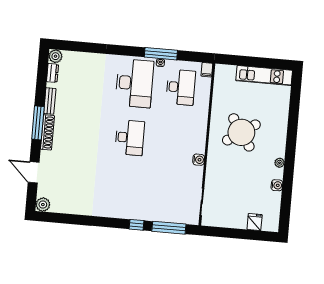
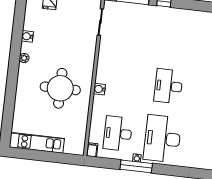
round table: (241, 132) -> (60, 88), turned 34
water cooler: (199, 160) -> (99, 89), moved

